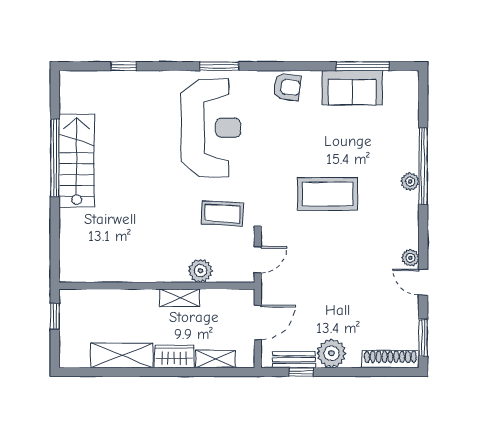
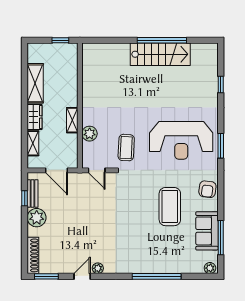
plant: (410, 182) -> (210, 268), moved
coffee table: (328, 194) -> (170, 207), moved

